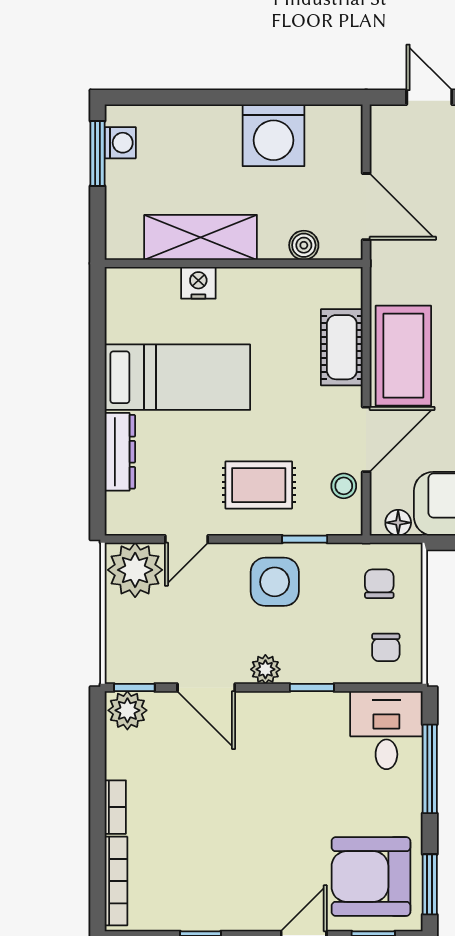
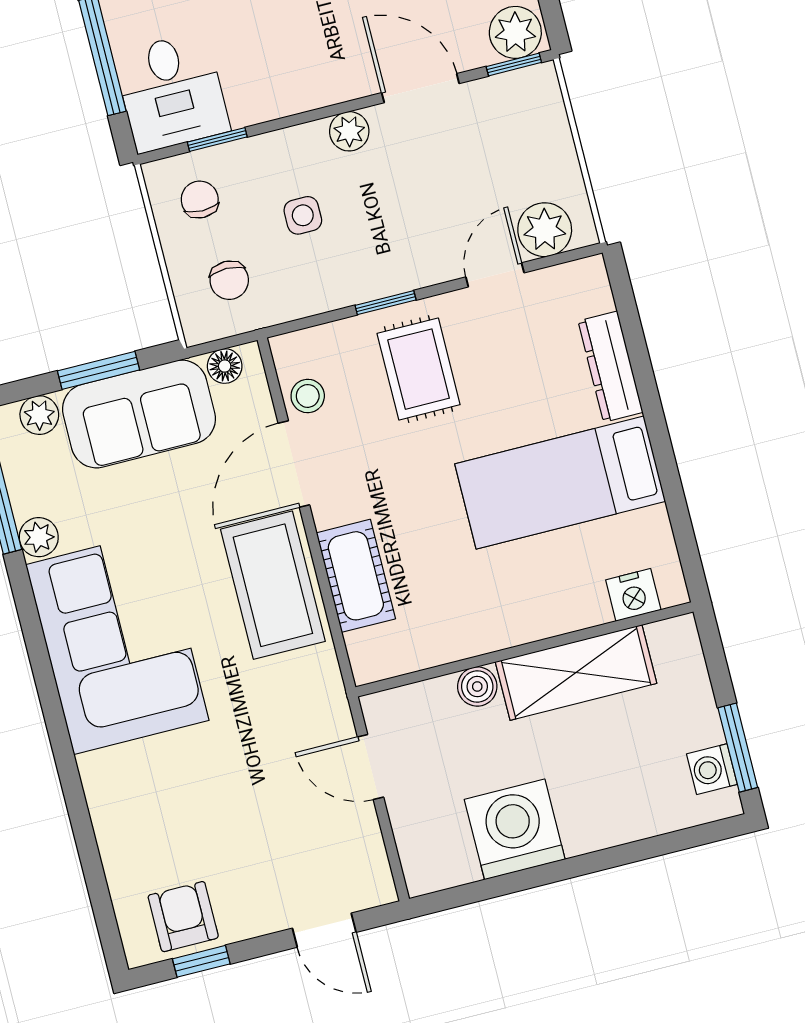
door: (366, 207) -> (371, 767), width x0.73
boiler: (304, 245) -> (477, 687), moved
nightstand: (198, 283) -> (633, 595), moved
rug: (259, 485) -> (419, 369), turned 90
window: (305, 539) -> (386, 303), moved
plant: (135, 570) -> (545, 230), width x0.73, depth x0.73
side table: (275, 582) -> (303, 215), moved, width x0.54, depth x0.54
window: (312, 687) -> (217, 140), moved

